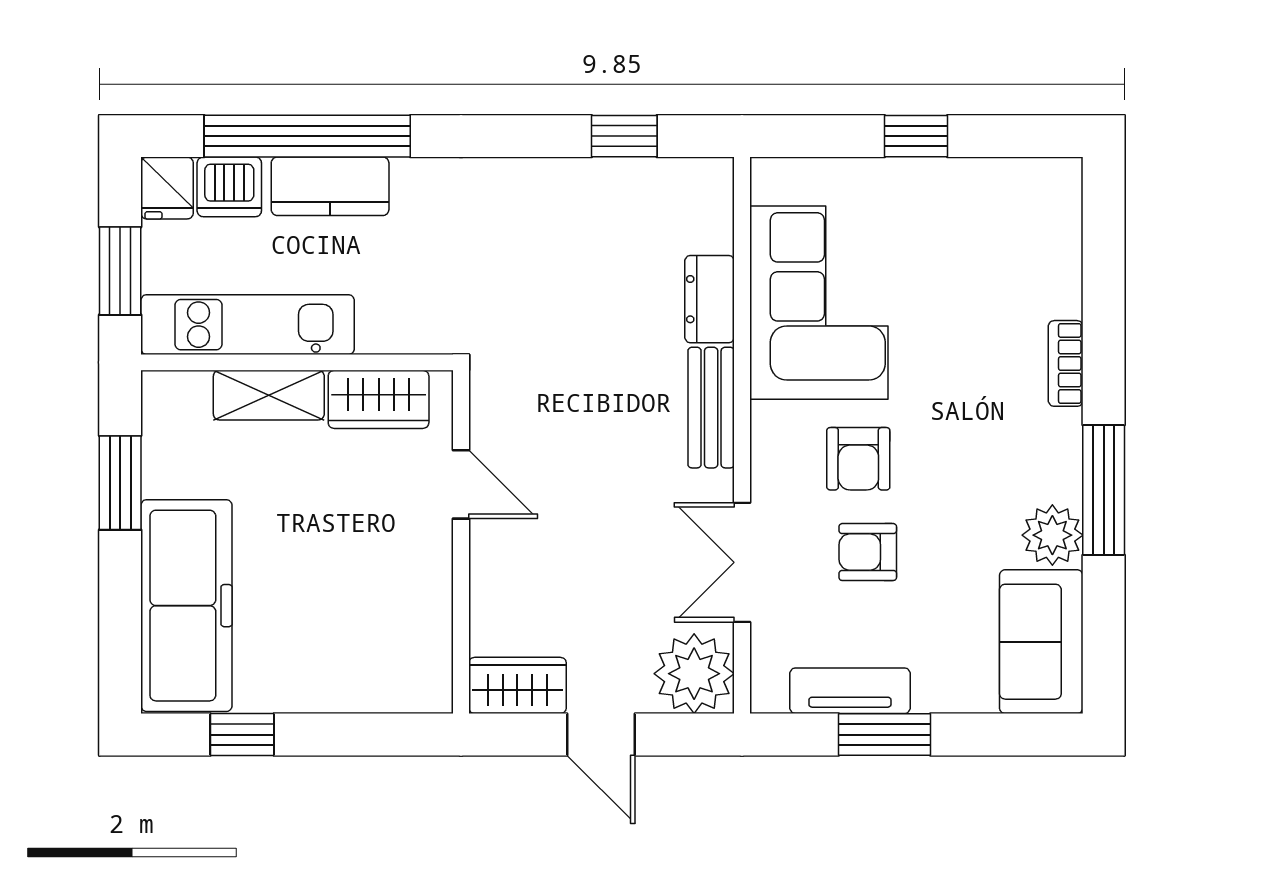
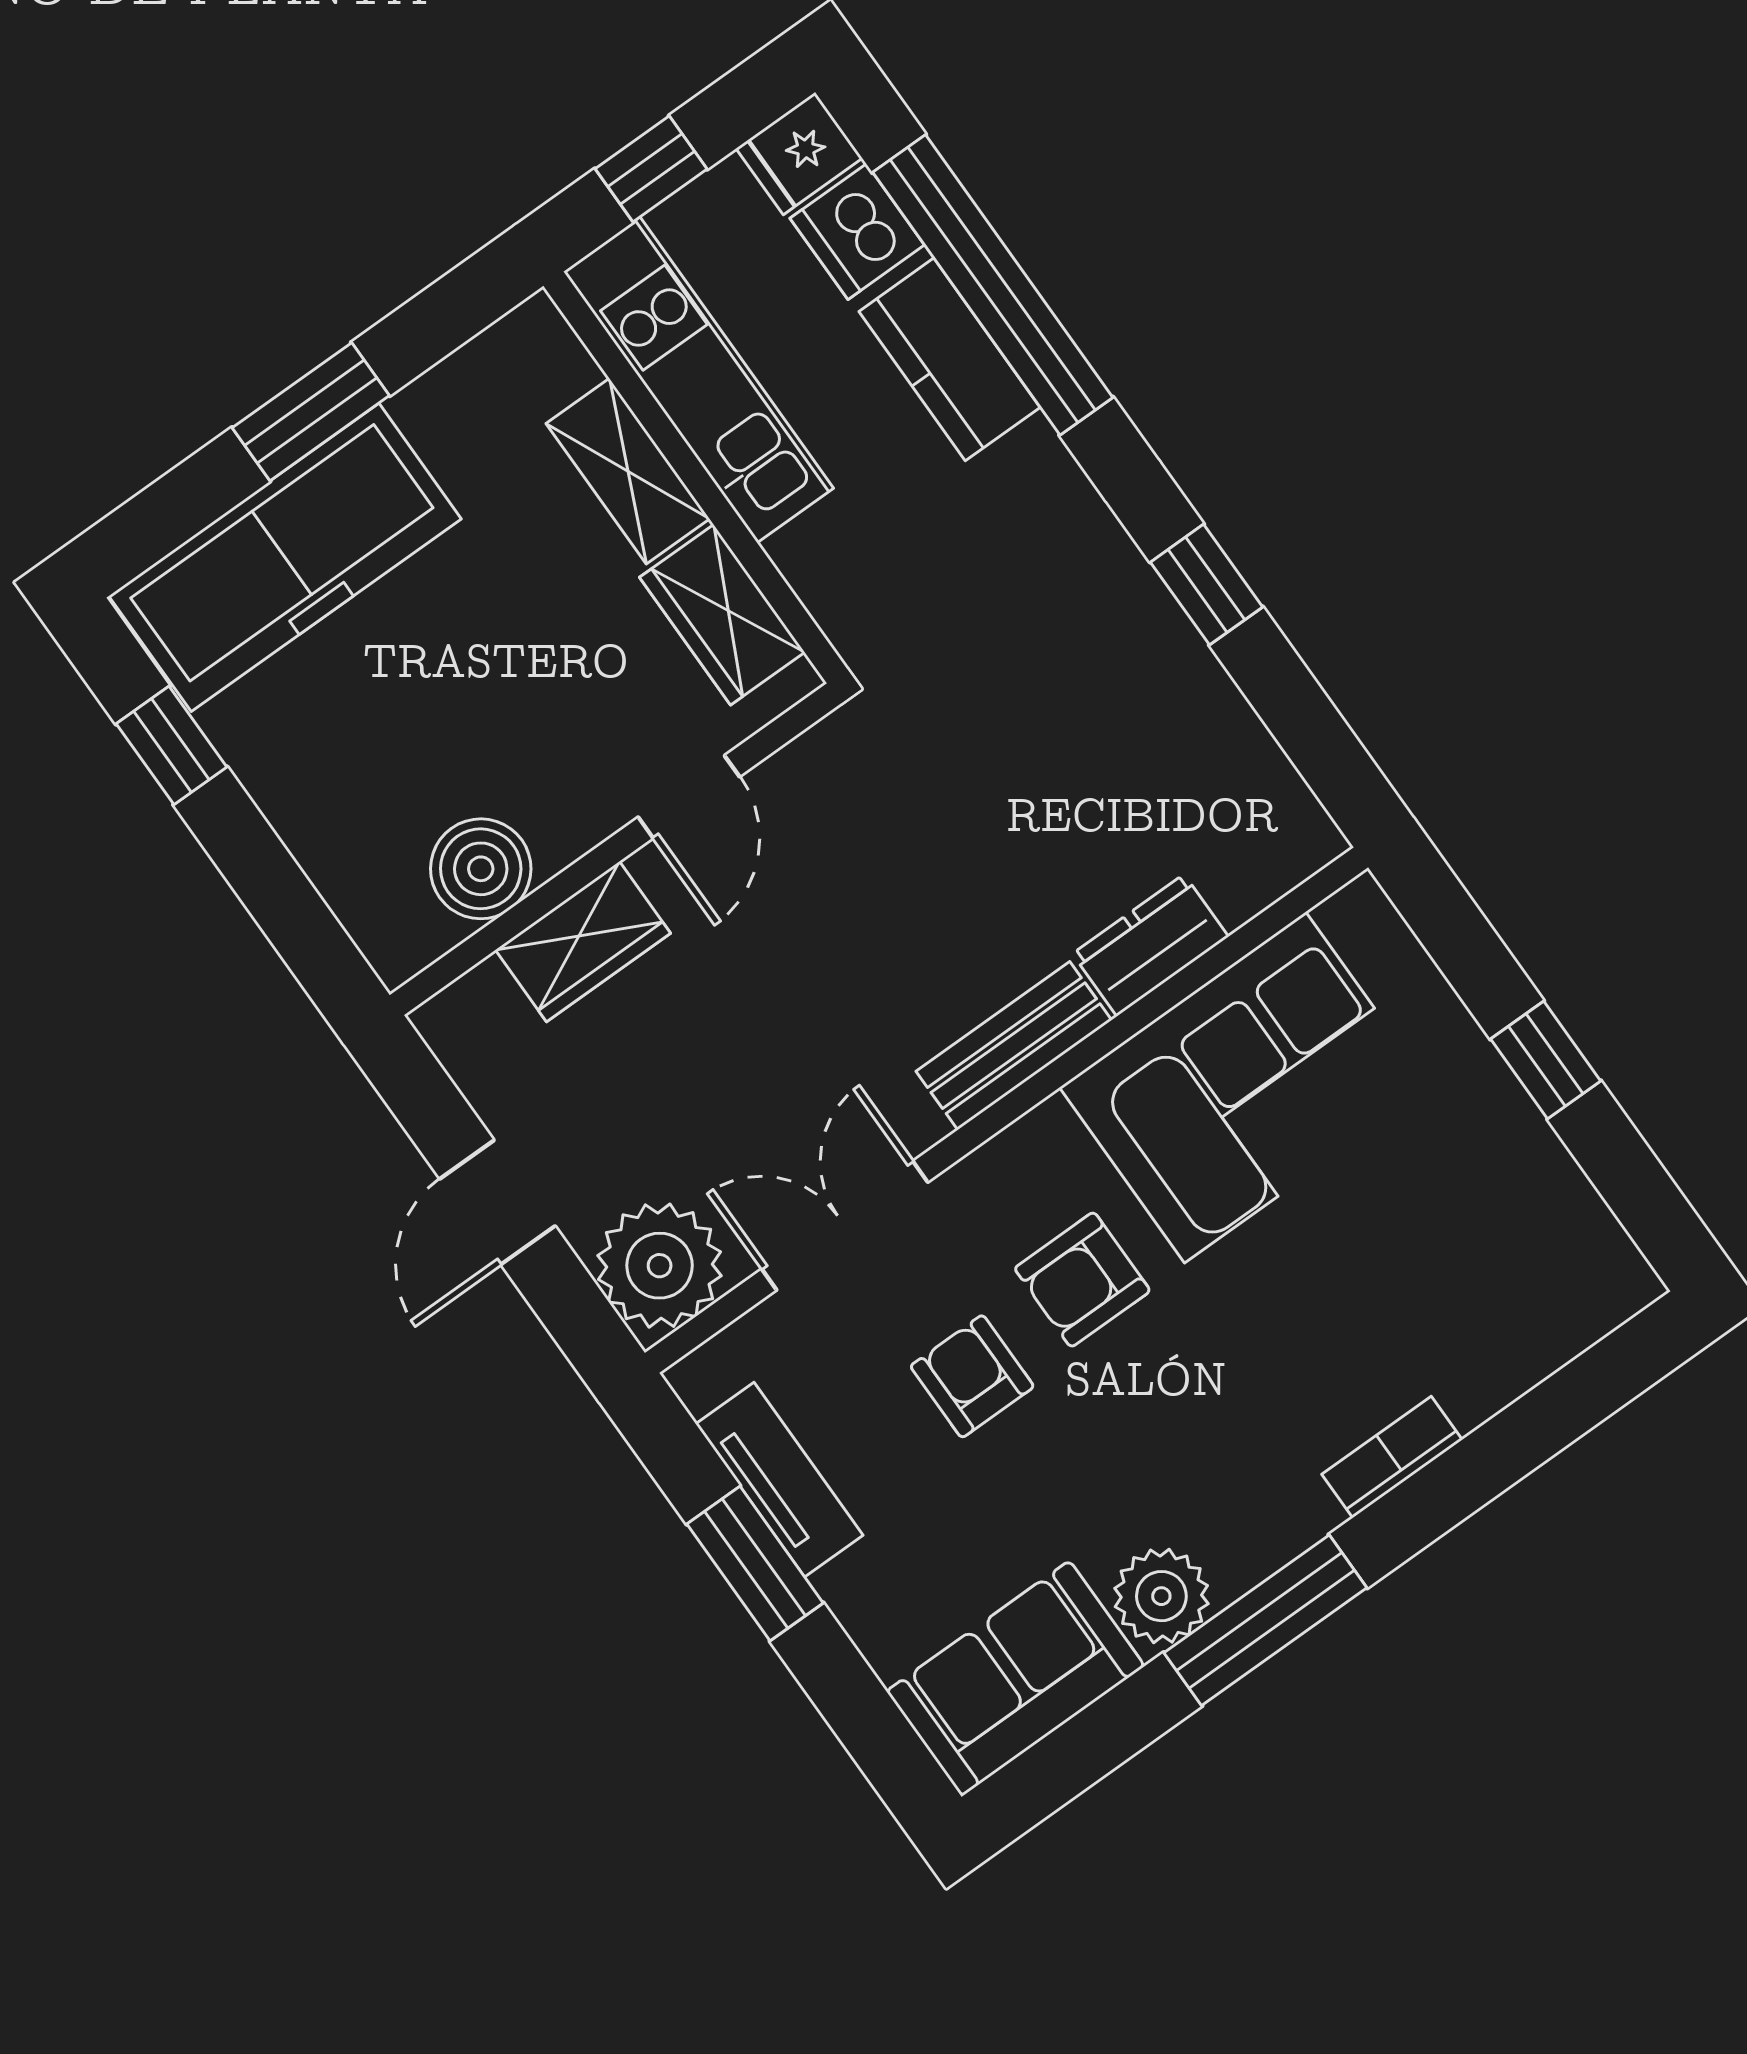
window: (624, 136) -> (1206, 585), moved
window: (120, 271) -> (651, 169), width x0.67
window: (120, 483) -> (311, 412), moved
boiler: (421, 619) -> (481, 869), added
wardrobe: (517, 685) -> (583, 942), moved, turned 90

